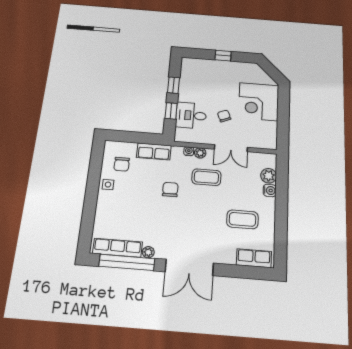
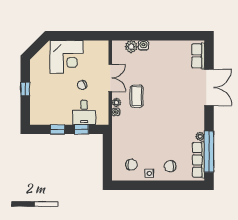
row of seats: (154, 151) -> (118, 140), removed
chair: (170, 190) -> (170, 166), moved
coffee table: (242, 219) -> (169, 66), removed
double door: (189, 267) -> (209, 87), moved

